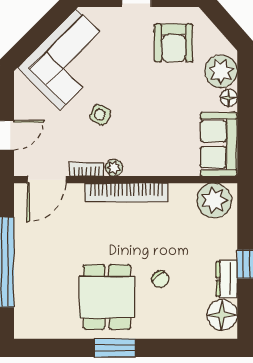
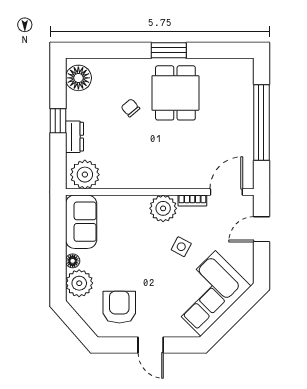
plant: (114, 168) -> (163, 208), width x1.87, depth x1.87
bookcase: (126, 192) -> (159, 181), removed
dresser: (227, 279) -> (74, 137), moved

